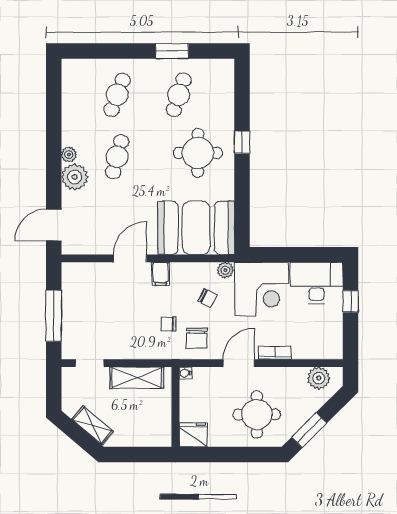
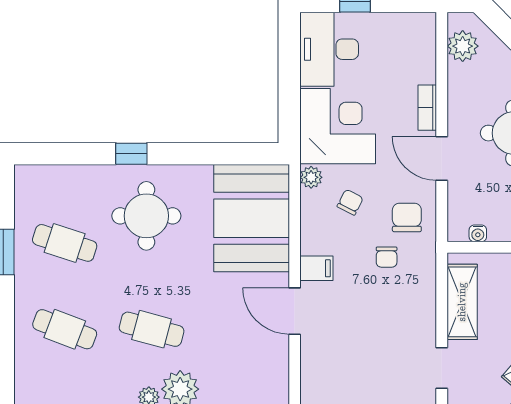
chair: (197, 338) -> (407, 217), turned -90
water cooler: (185, 373) -> (478, 233), moved

